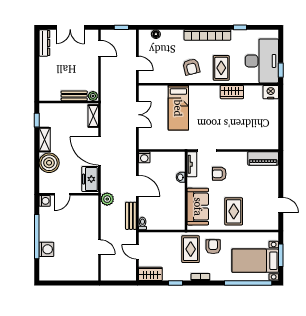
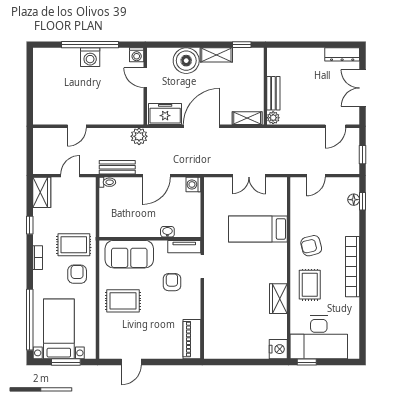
window: (240, 27) -> (362, 201), moved
rug: (221, 68) -> (310, 285), turned 90
armchair: (213, 247) -> (77, 274), turned -90
washing machine: (46, 249) -> (90, 57), moved

